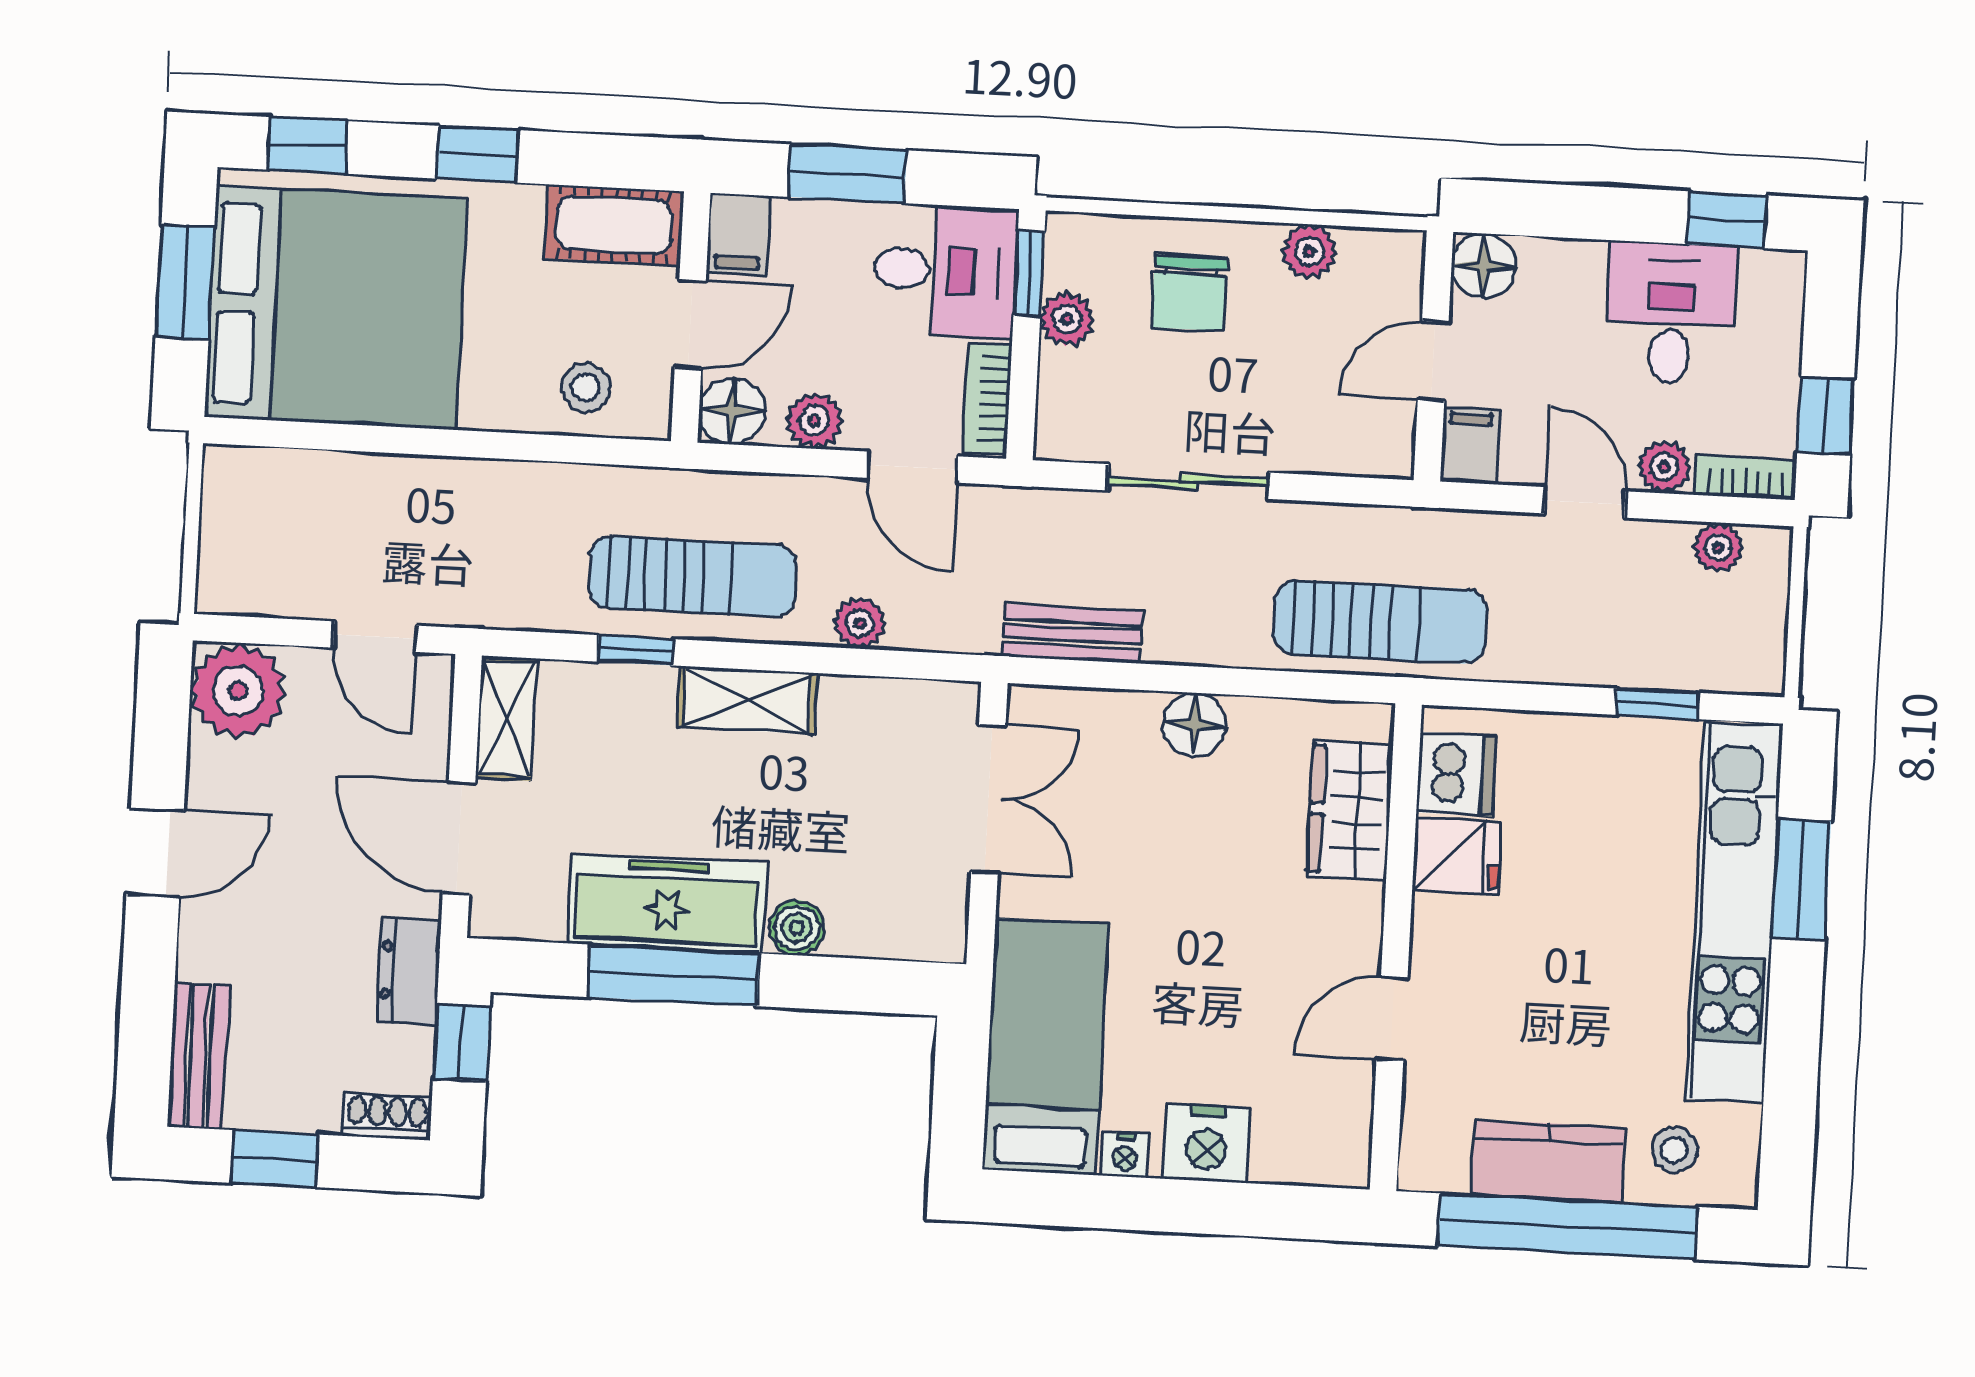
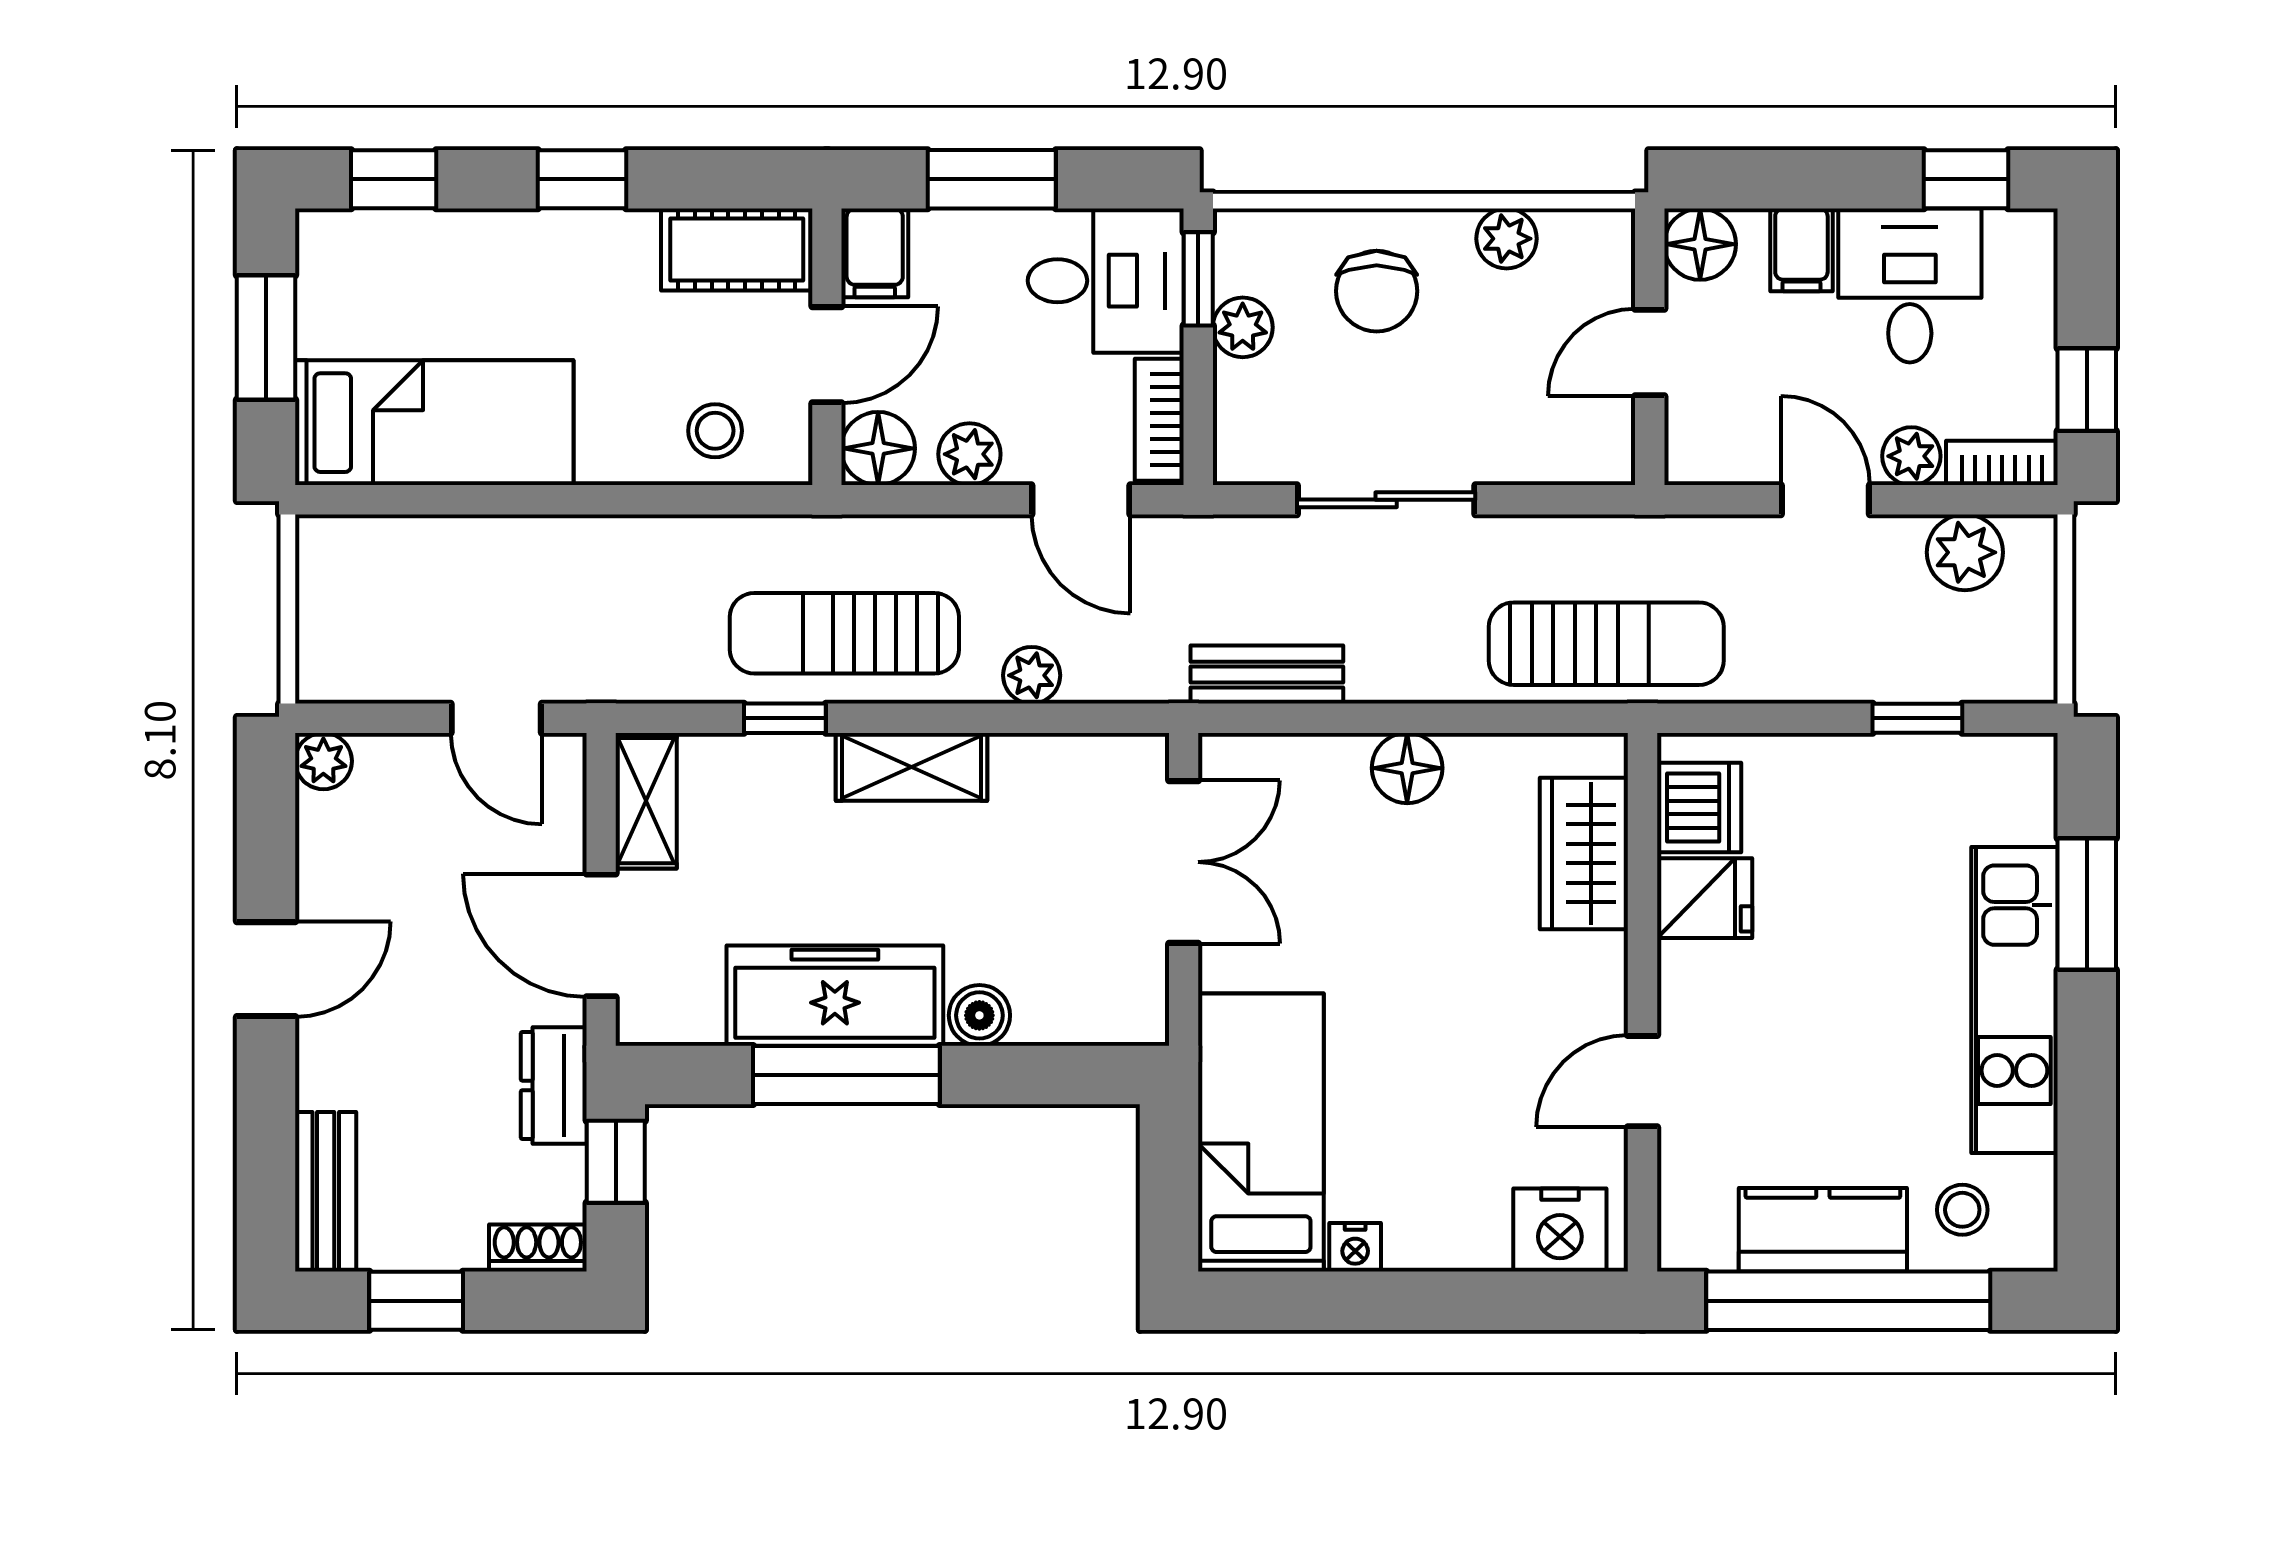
bed: (336, 308) -> (434, 423), width x0.49
filing cabinet: (1470, 446) -> (1801, 250), moved, turned 180
plant: (1718, 548) -> (1965, 552), width x1.38, depth x1.38
sun lounger: (693, 576) -> (844, 633), turned 180
plant: (238, 691) -> (323, 761), width x0.53, depth x0.53
kitchen unit: (1734, 913) -> (2014, 1000), width x0.73
nightstand: (1206, 1143) -> (1560, 1230), moved

